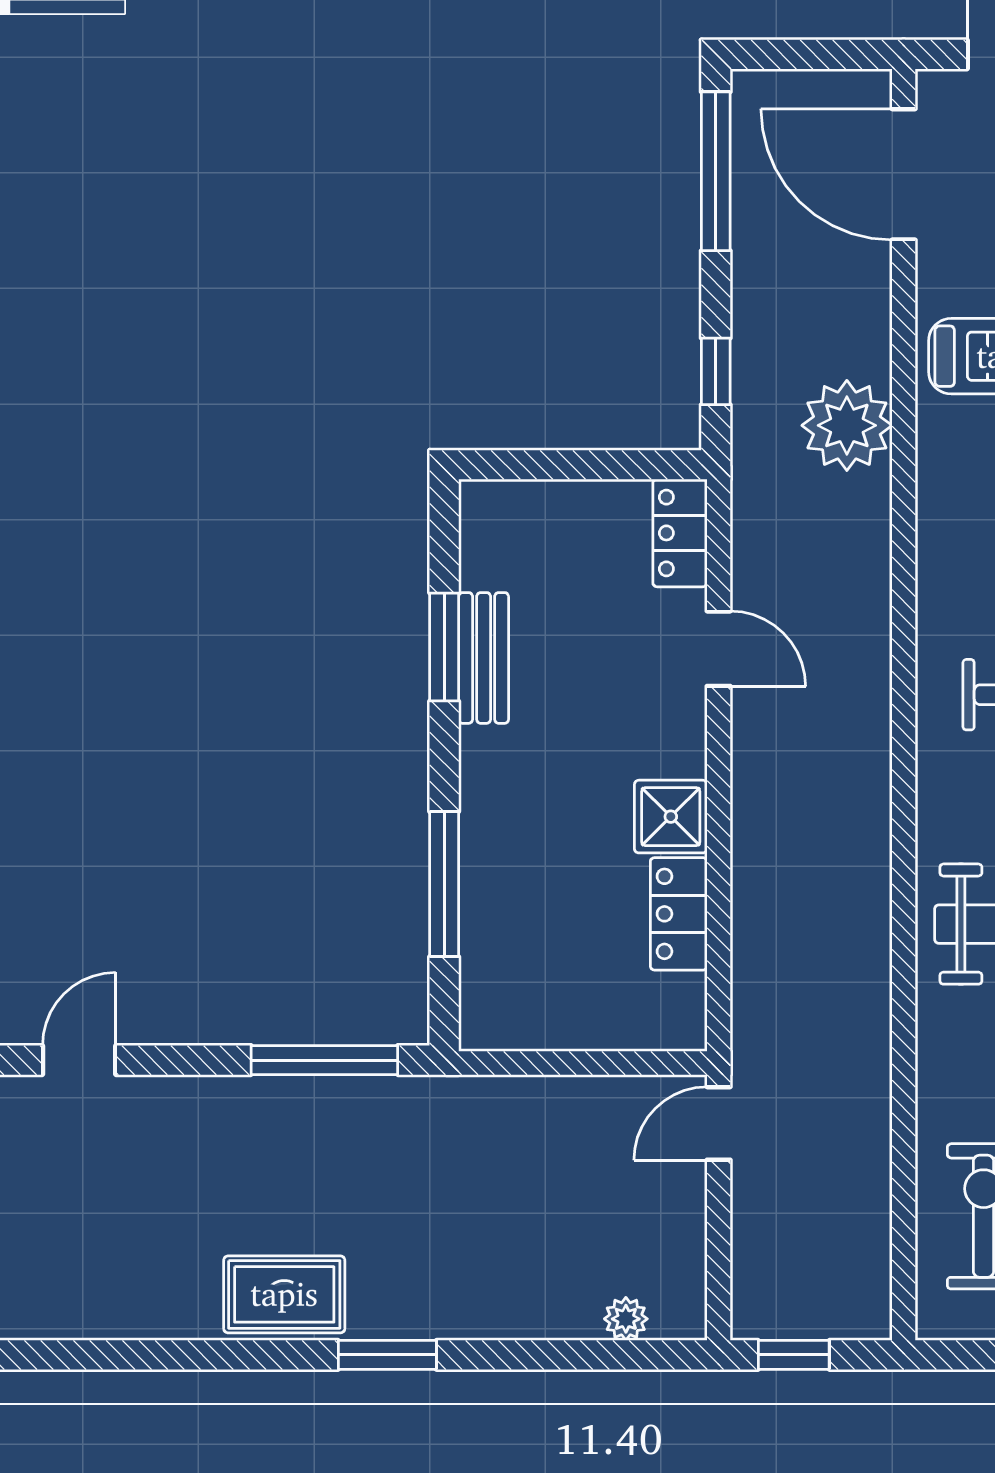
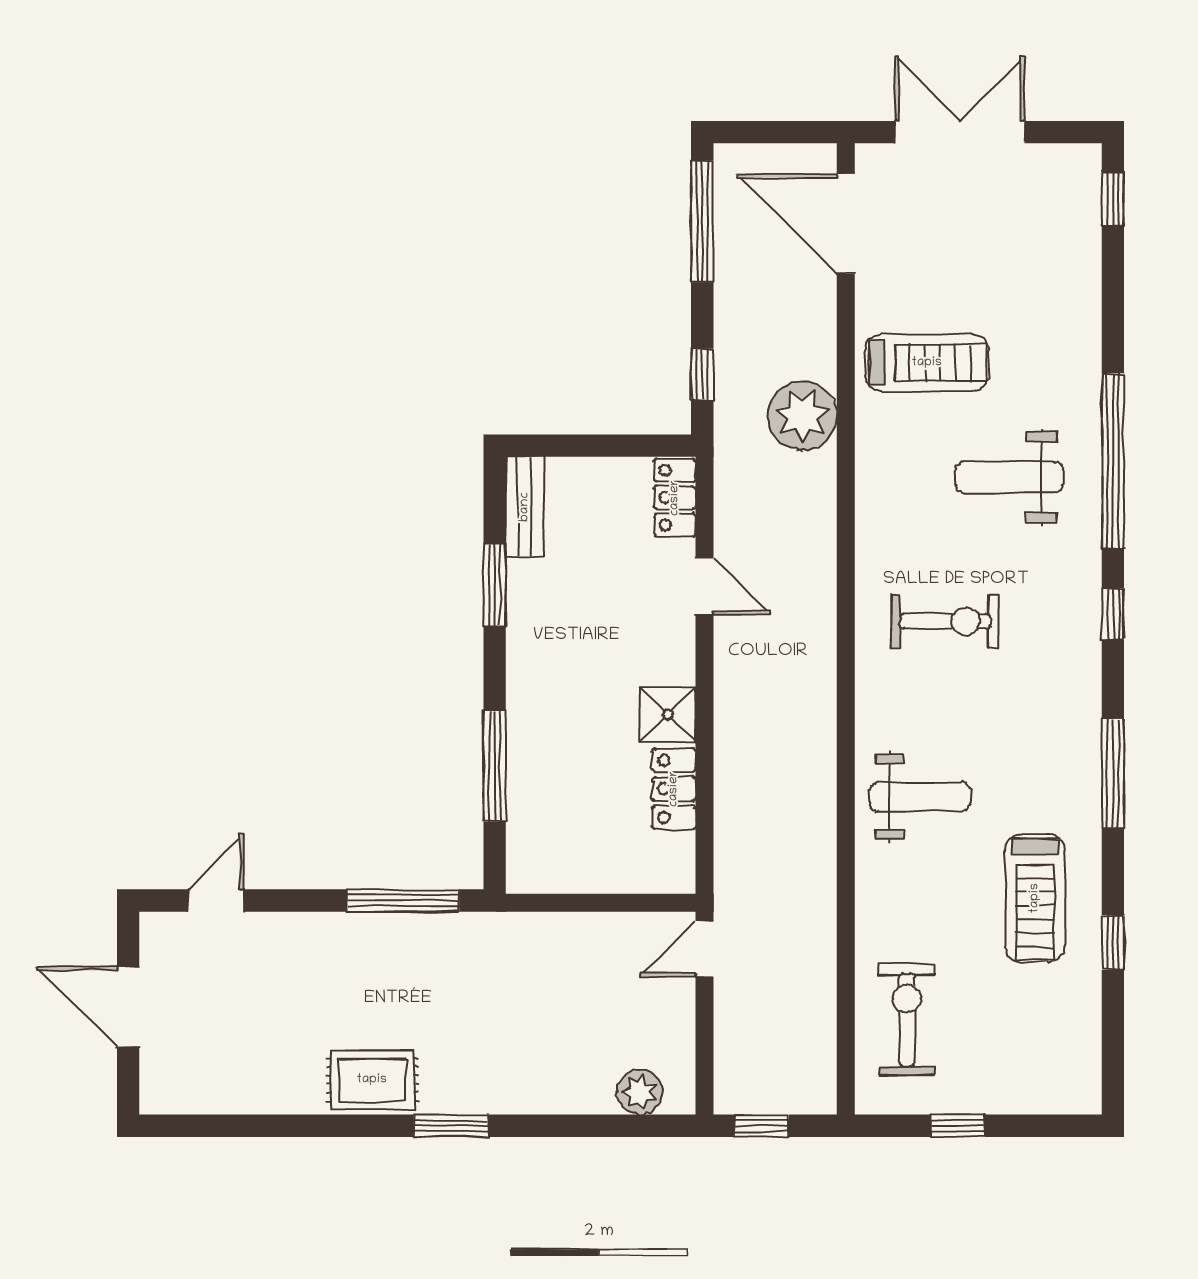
bench: (484, 658) -> (525, 507), moved
plant: (626, 1319) -> (640, 1092), width x1.38, depth x1.38

